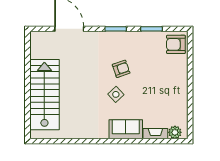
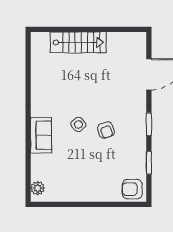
armchair: (176, 44) -> (132, 189), turned -90
stairs: (44, 95) -> (78, 42), width x0.73, depth x0.66
fireplace: (155, 134) -> (36, 167), removed

